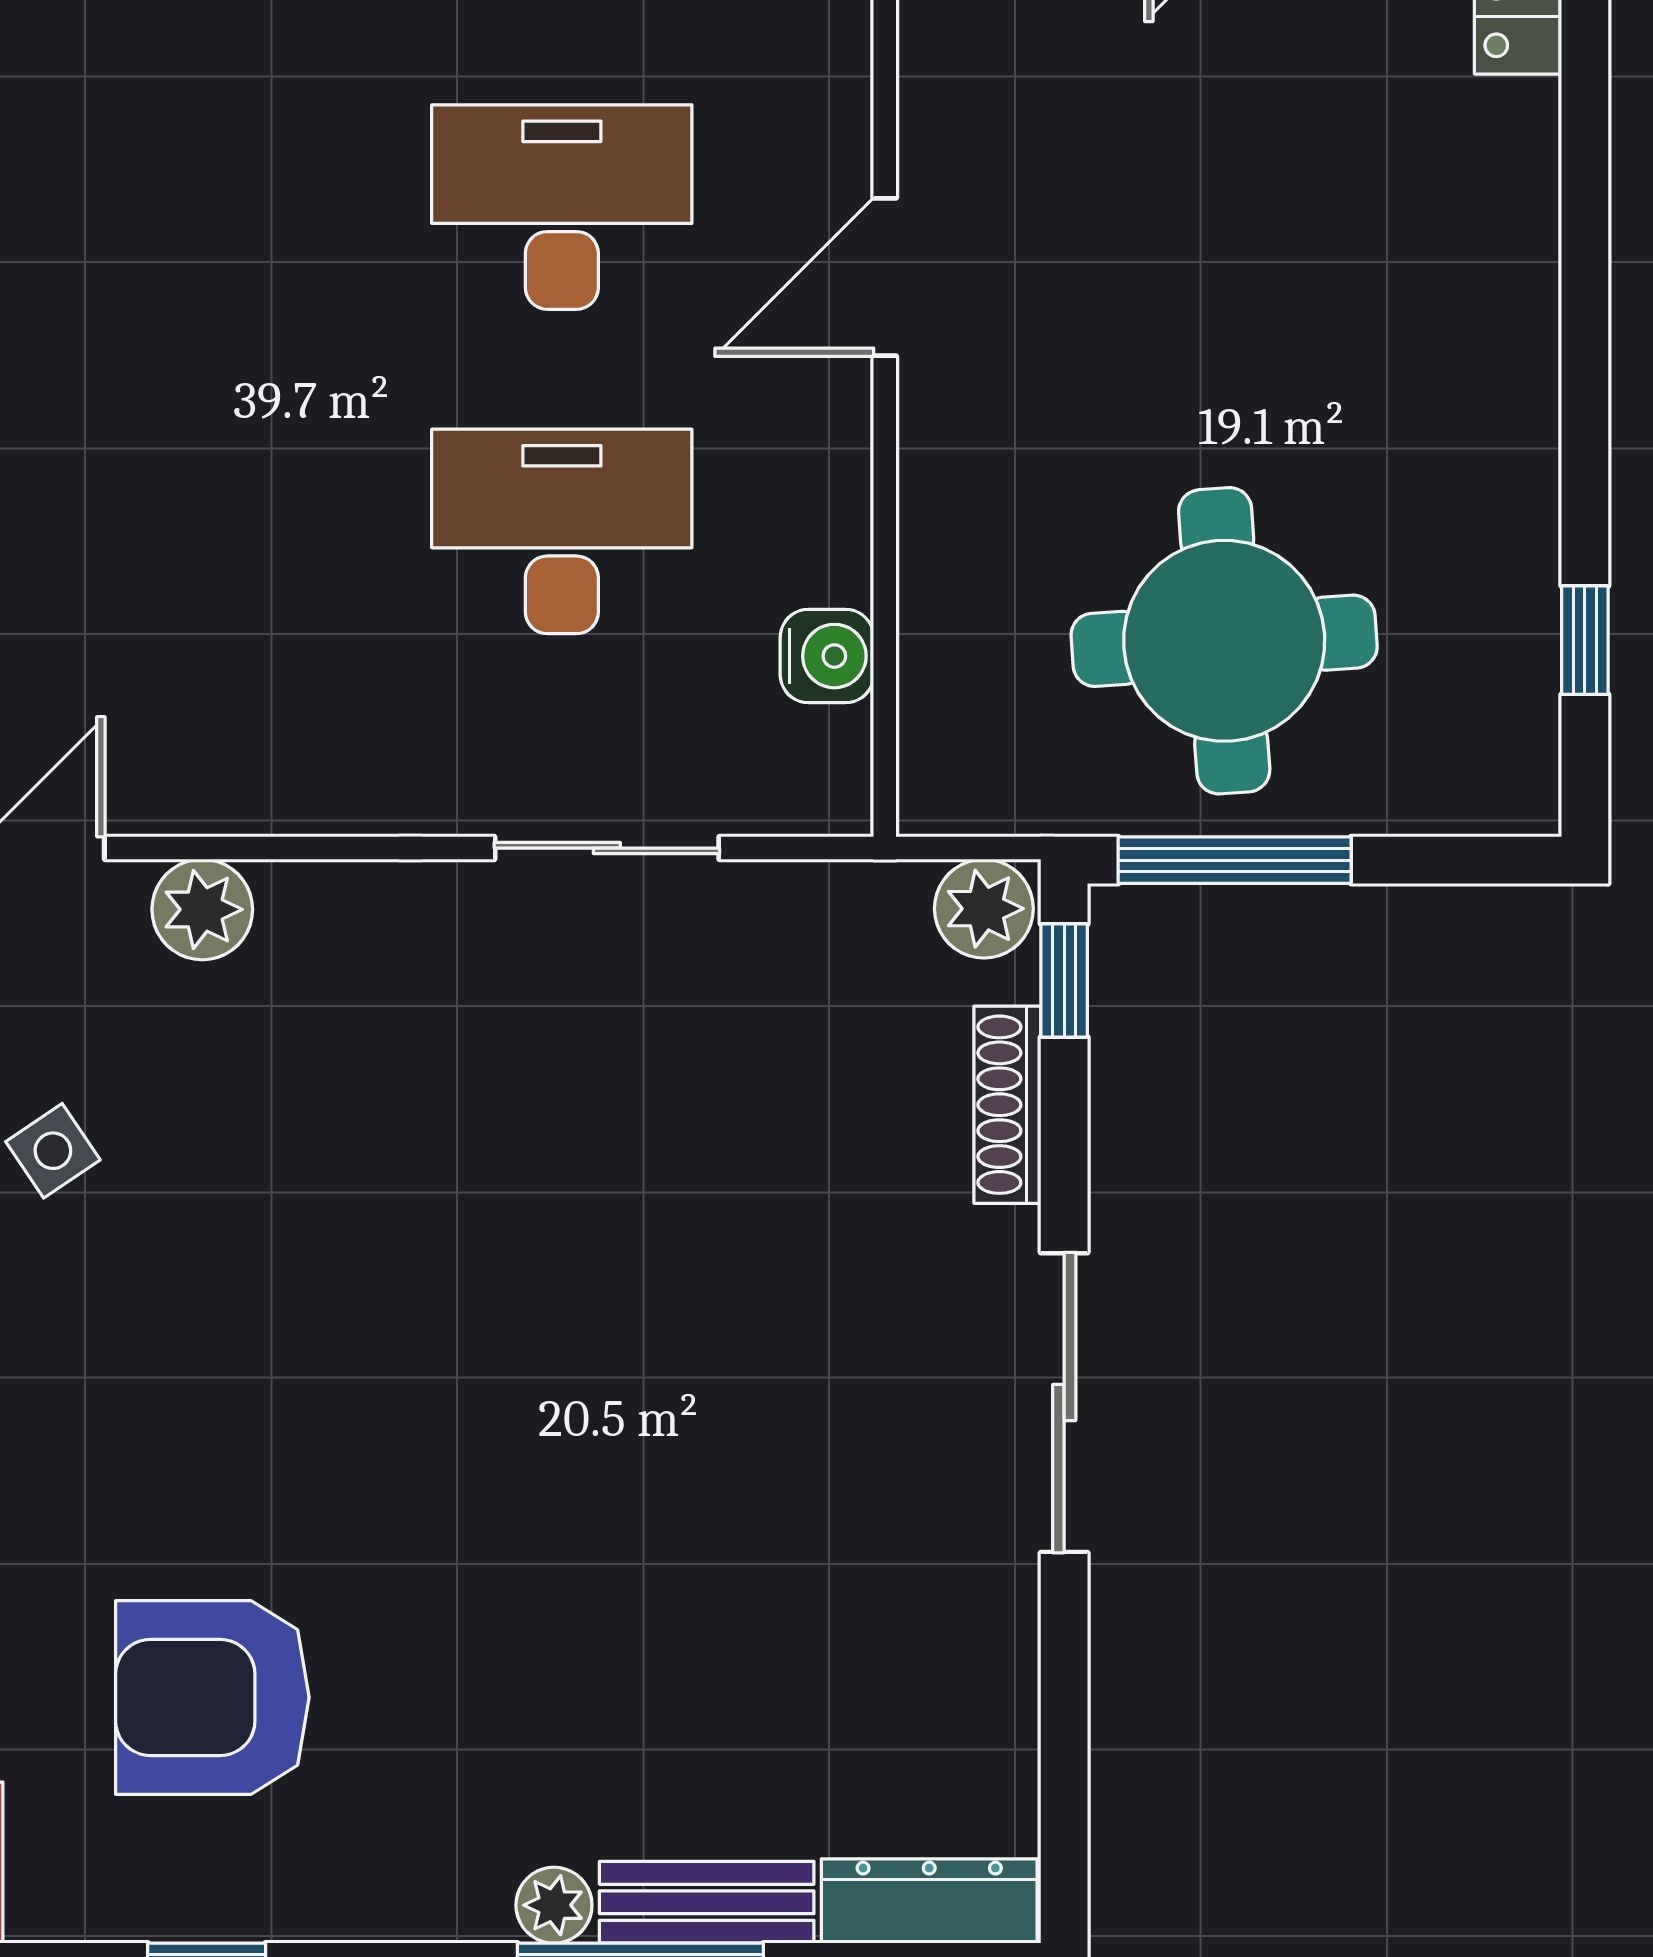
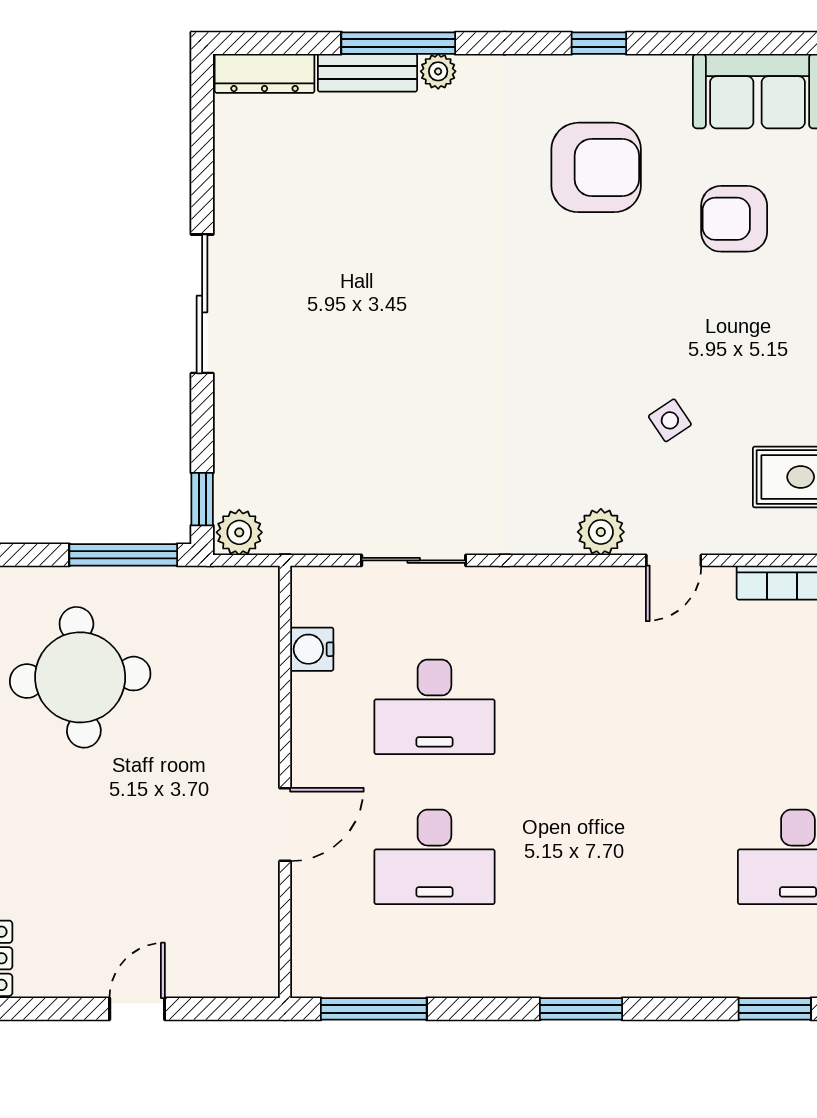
round table: (1224, 641) -> (80, 677), moved
shoe rack: (1007, 1105) -> (228, 442), removed

